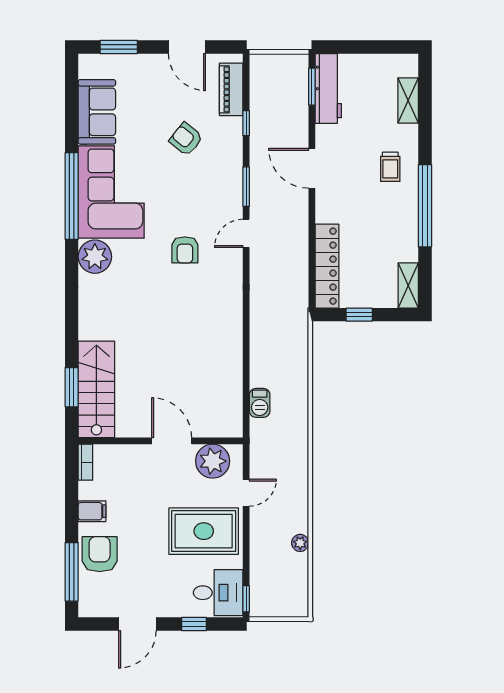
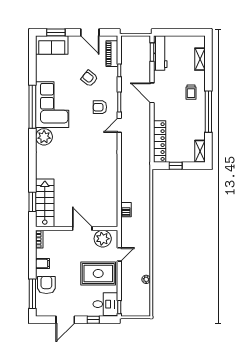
sofa: (97, 112) -> (52, 45), moved, turned 90
armchair: (185, 250) -> (100, 107), moved, turned 90

